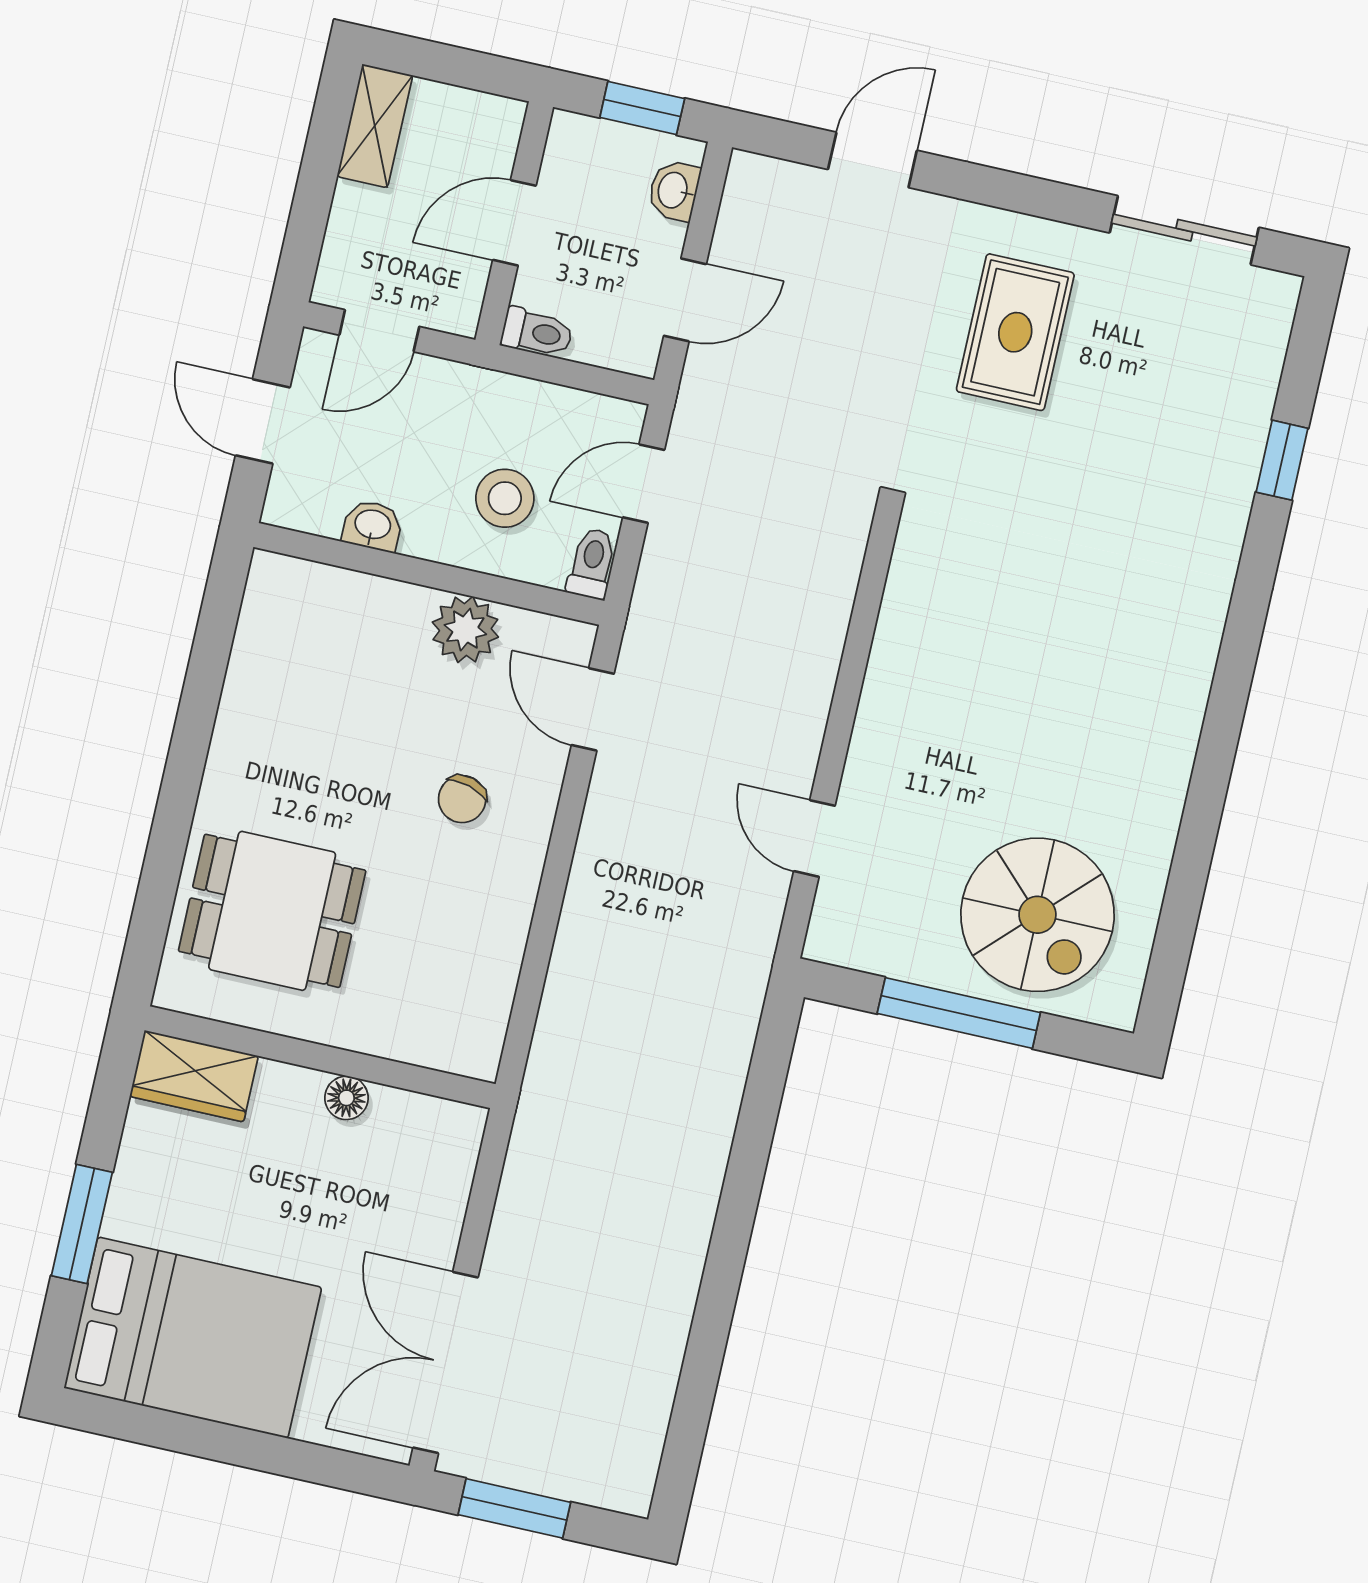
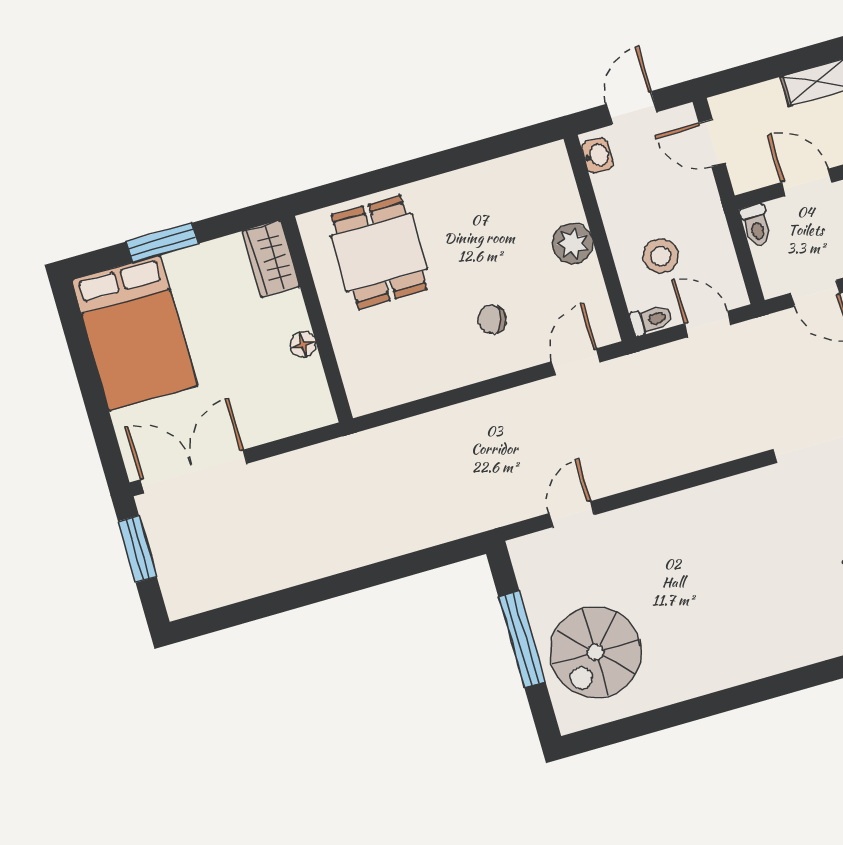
washbasin: (372, 526) -> (597, 155), moved
plant: (465, 630) -> (573, 243), moved

